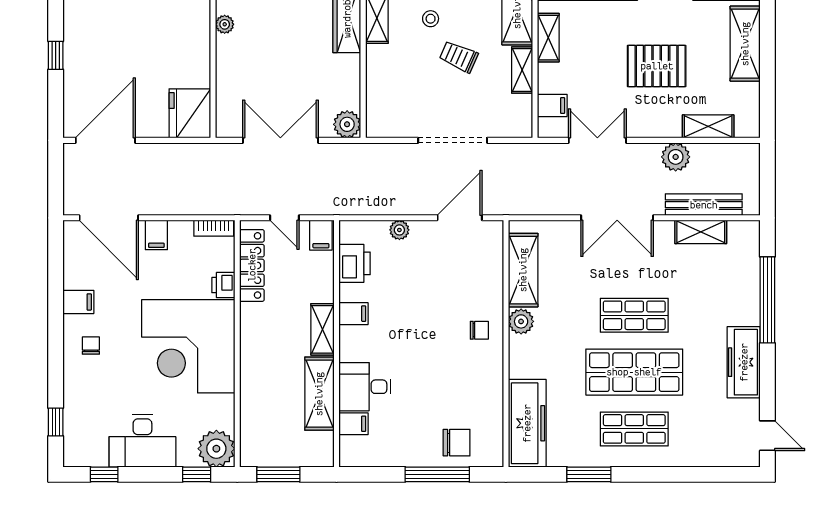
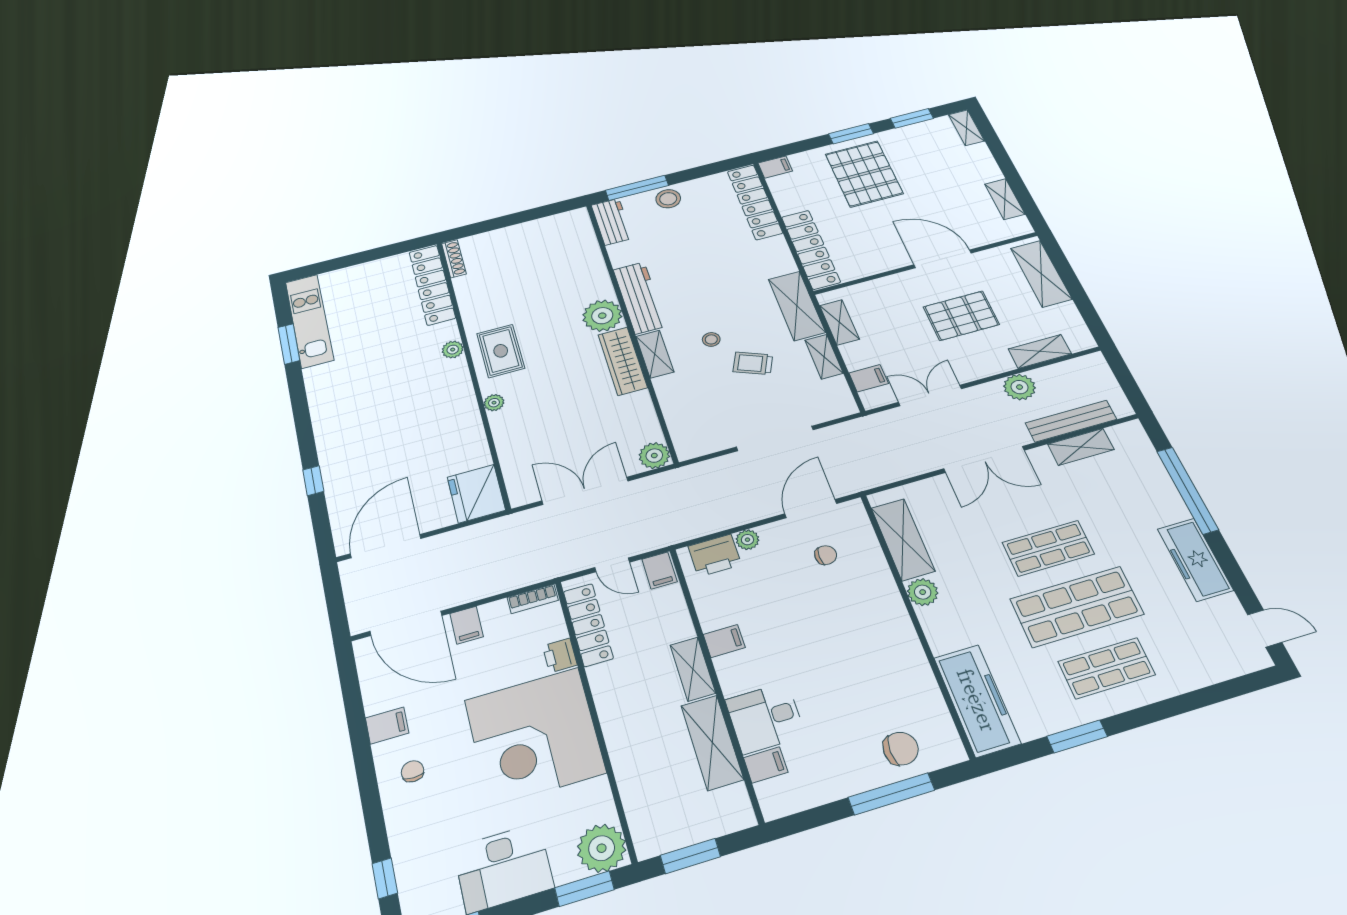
printer: (355, 263) -> (715, 555), moved, turned 90
chair: (479, 330) -> (826, 555), moved
window: (197, 474) -> (585, 889), width x1.50

